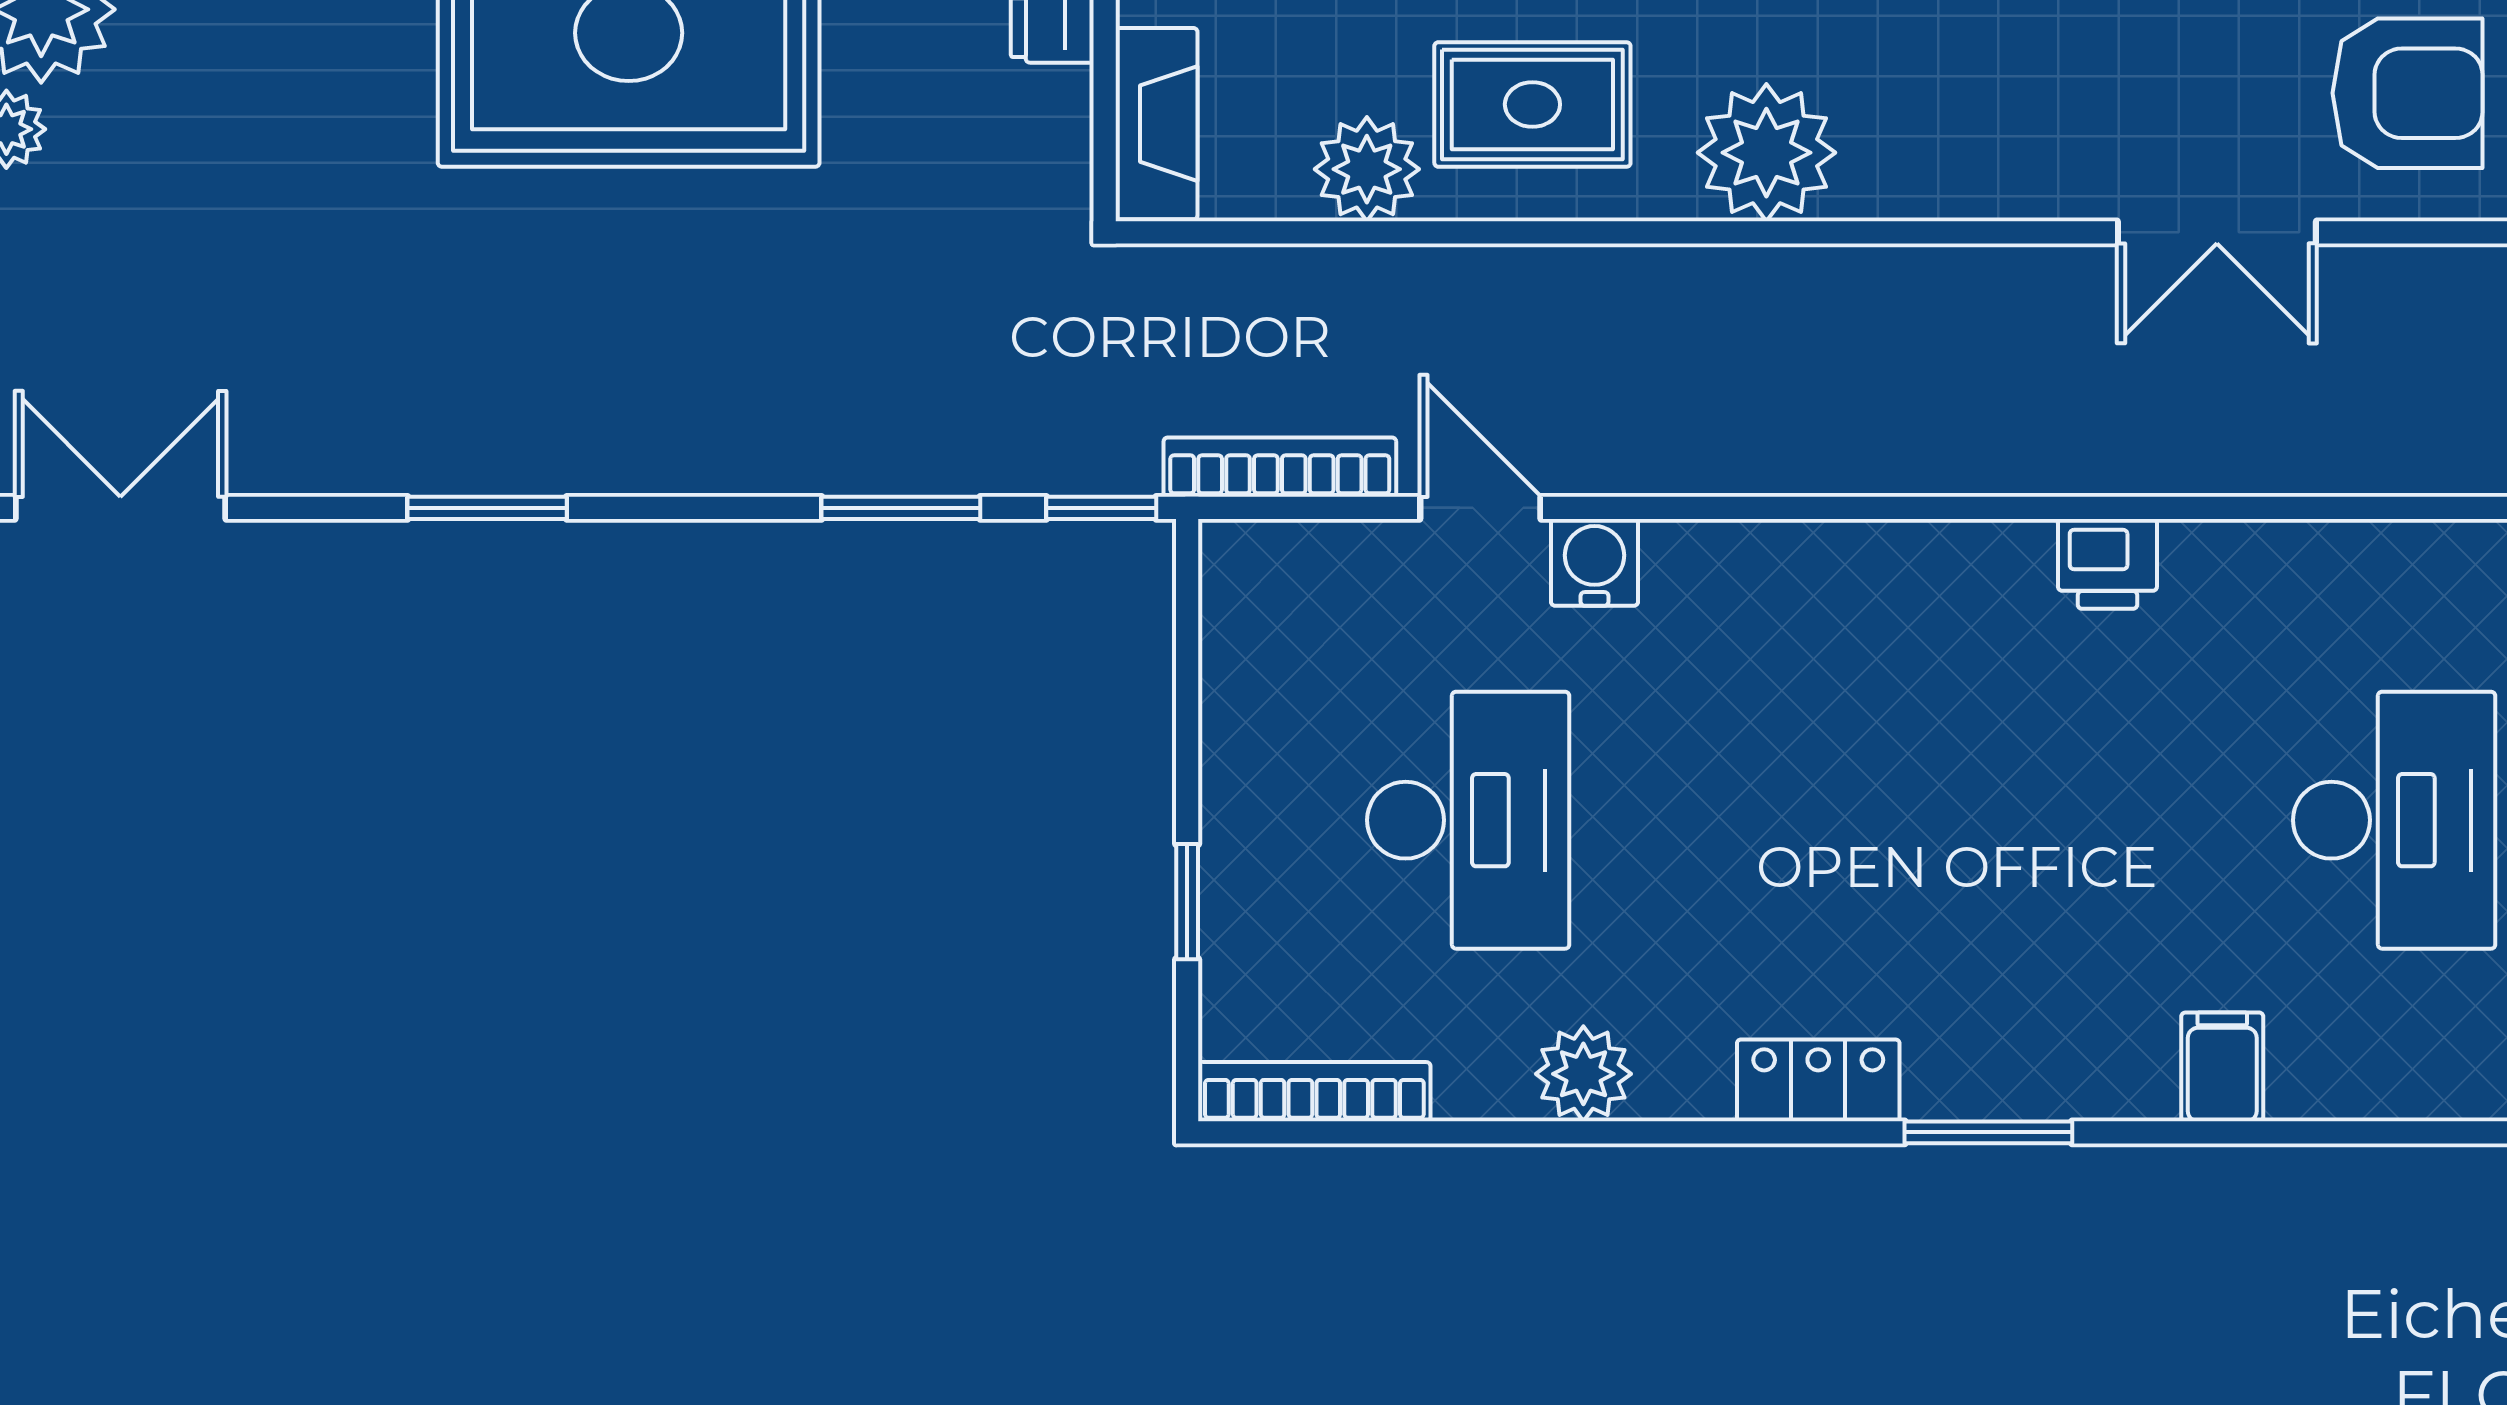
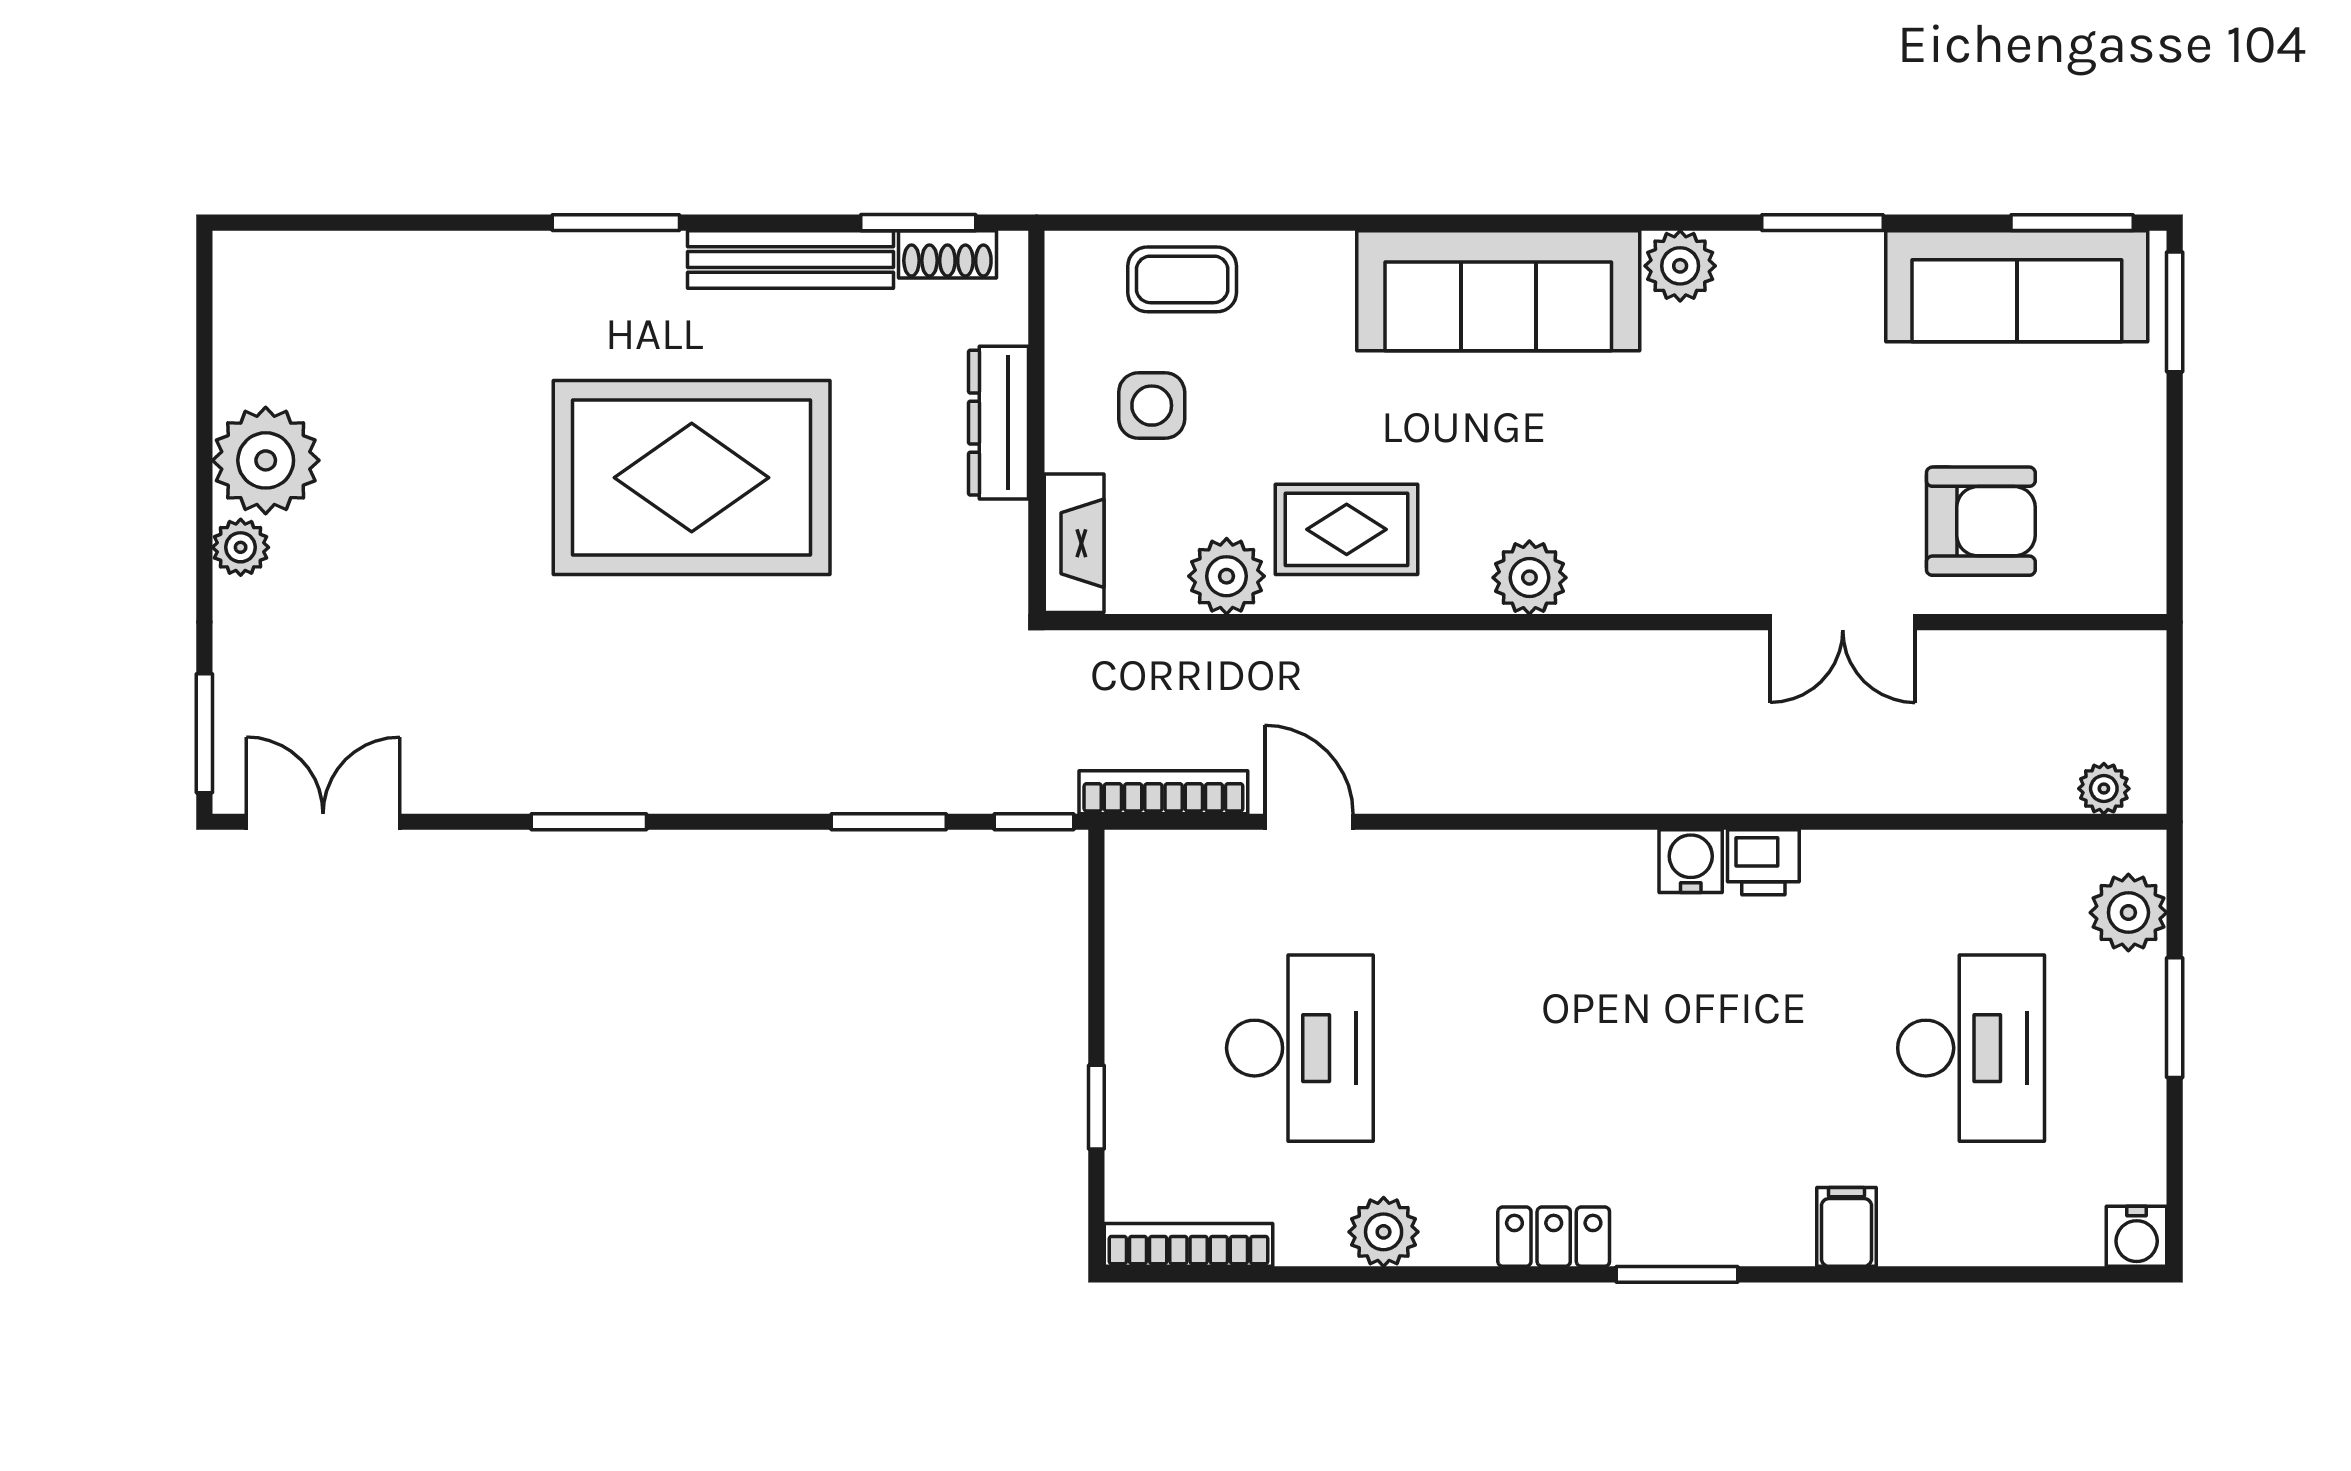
plant: (1766, 153) -> (1529, 578), width x0.73, depth x0.73
water cooler: (1594, 562) -> (1691, 861), moved

